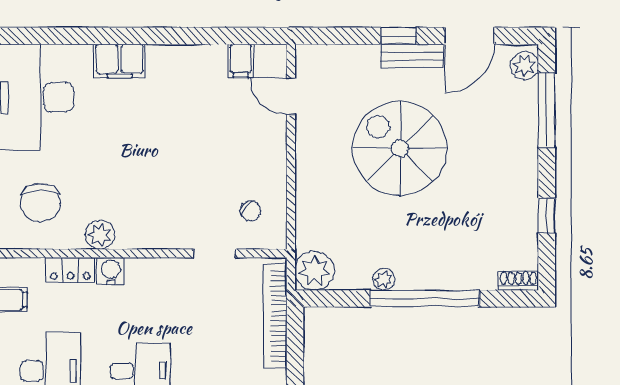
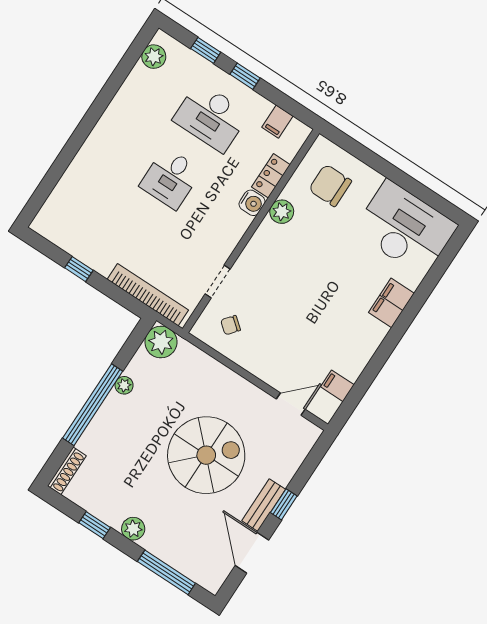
plant: (524, 66) -> (133, 529), moved
shoe rack: (518, 281) -> (67, 471), width x1.43

